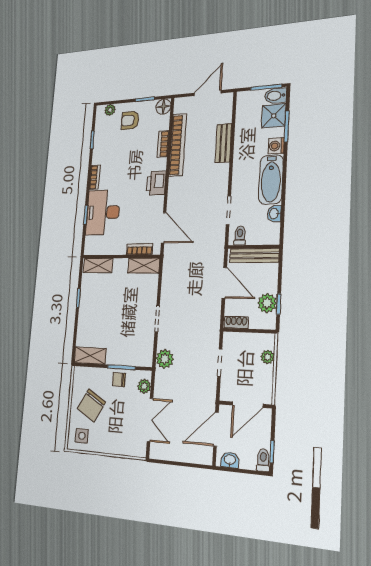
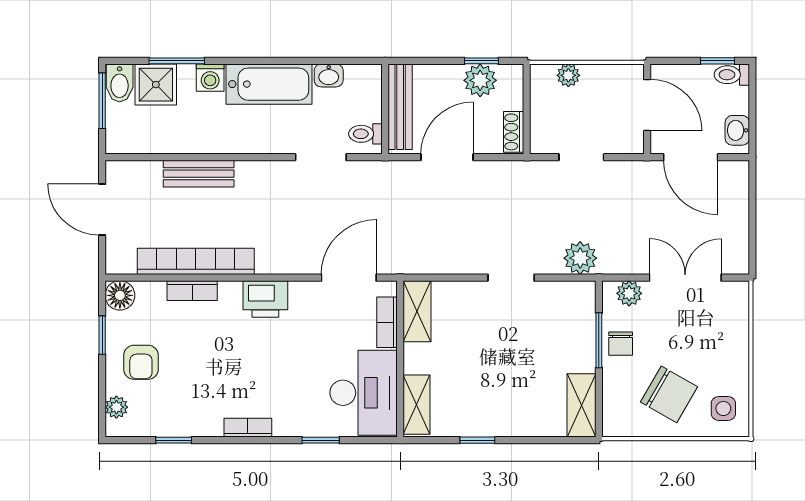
desk: (103, 212) -> (364, 393), moved, turned -90

